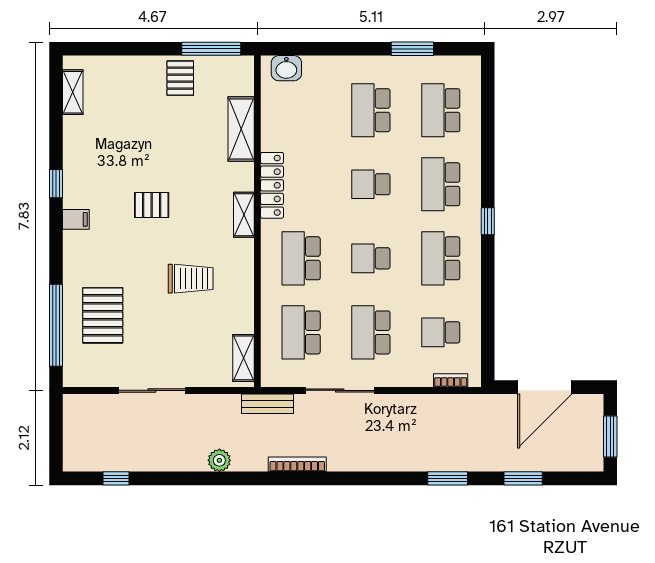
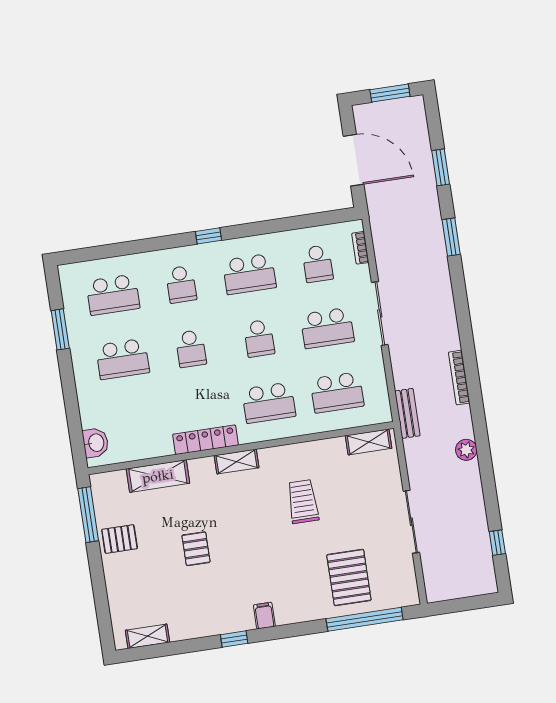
school desk: (441, 184) -> (181, 284), width x0.54
pallet: (152, 205) -> (196, 549), moved
pallet: (103, 315) -> (349, 578), turned 90
sliding door: (340, 390) -> (380, 314), moved

